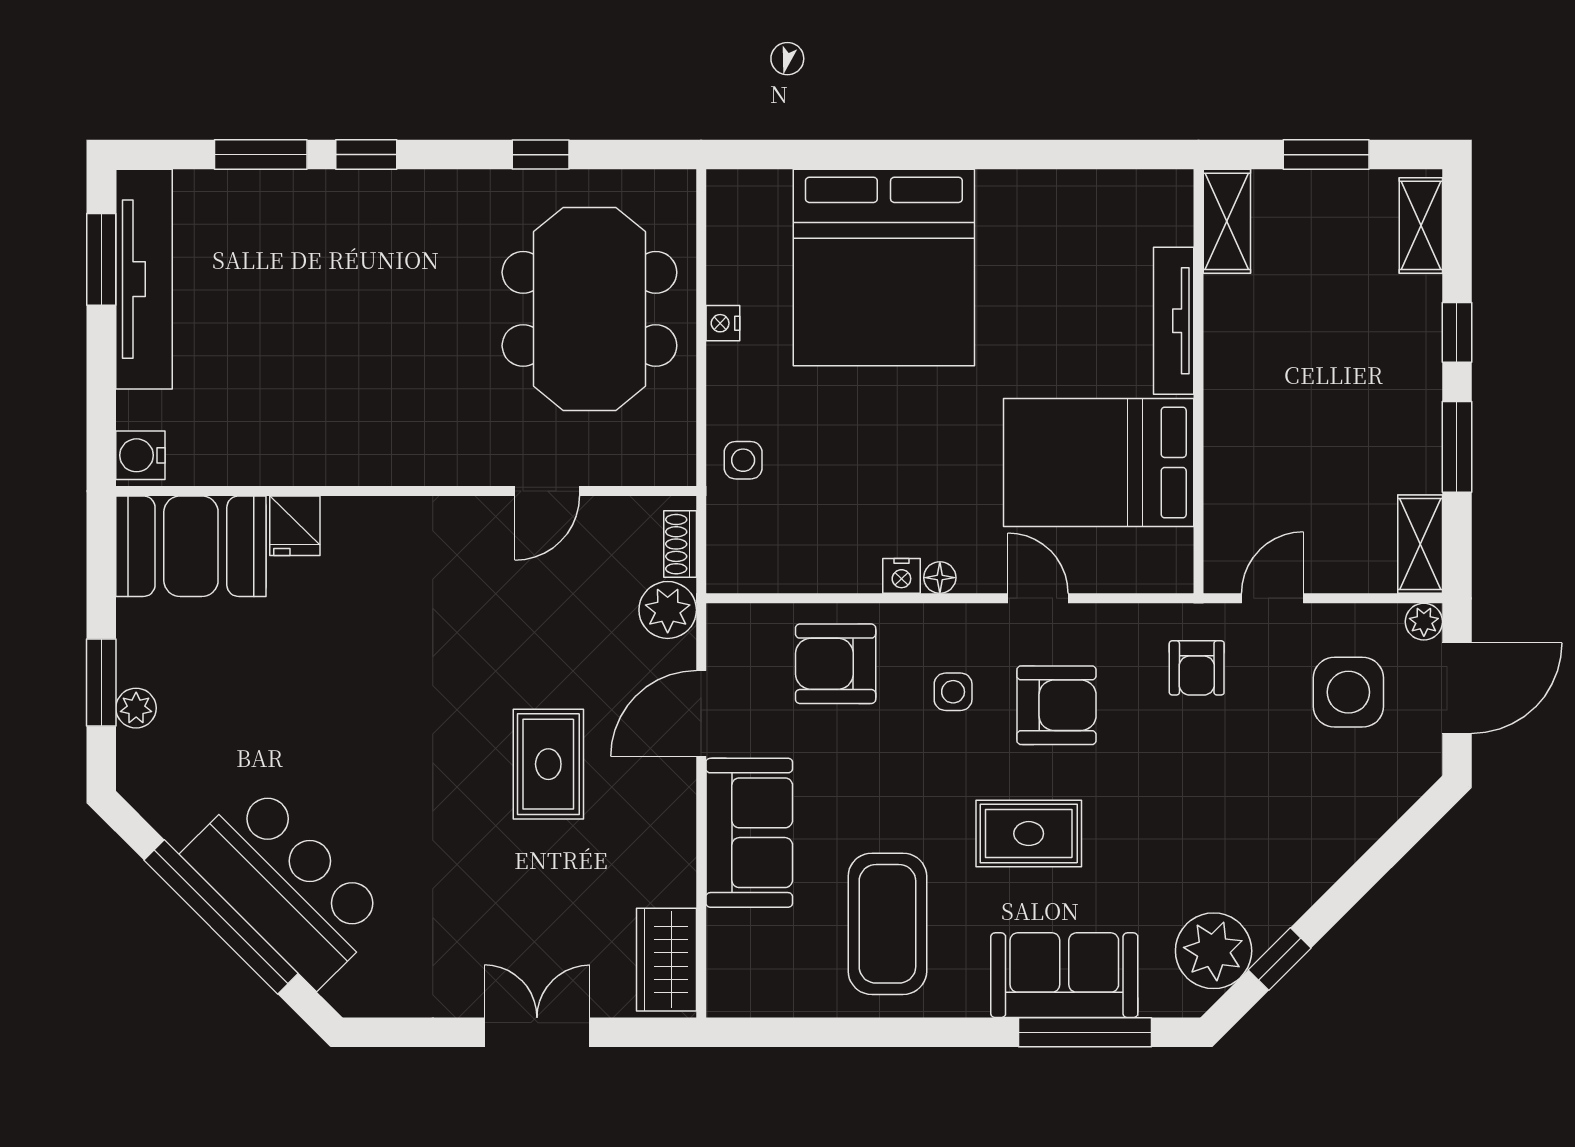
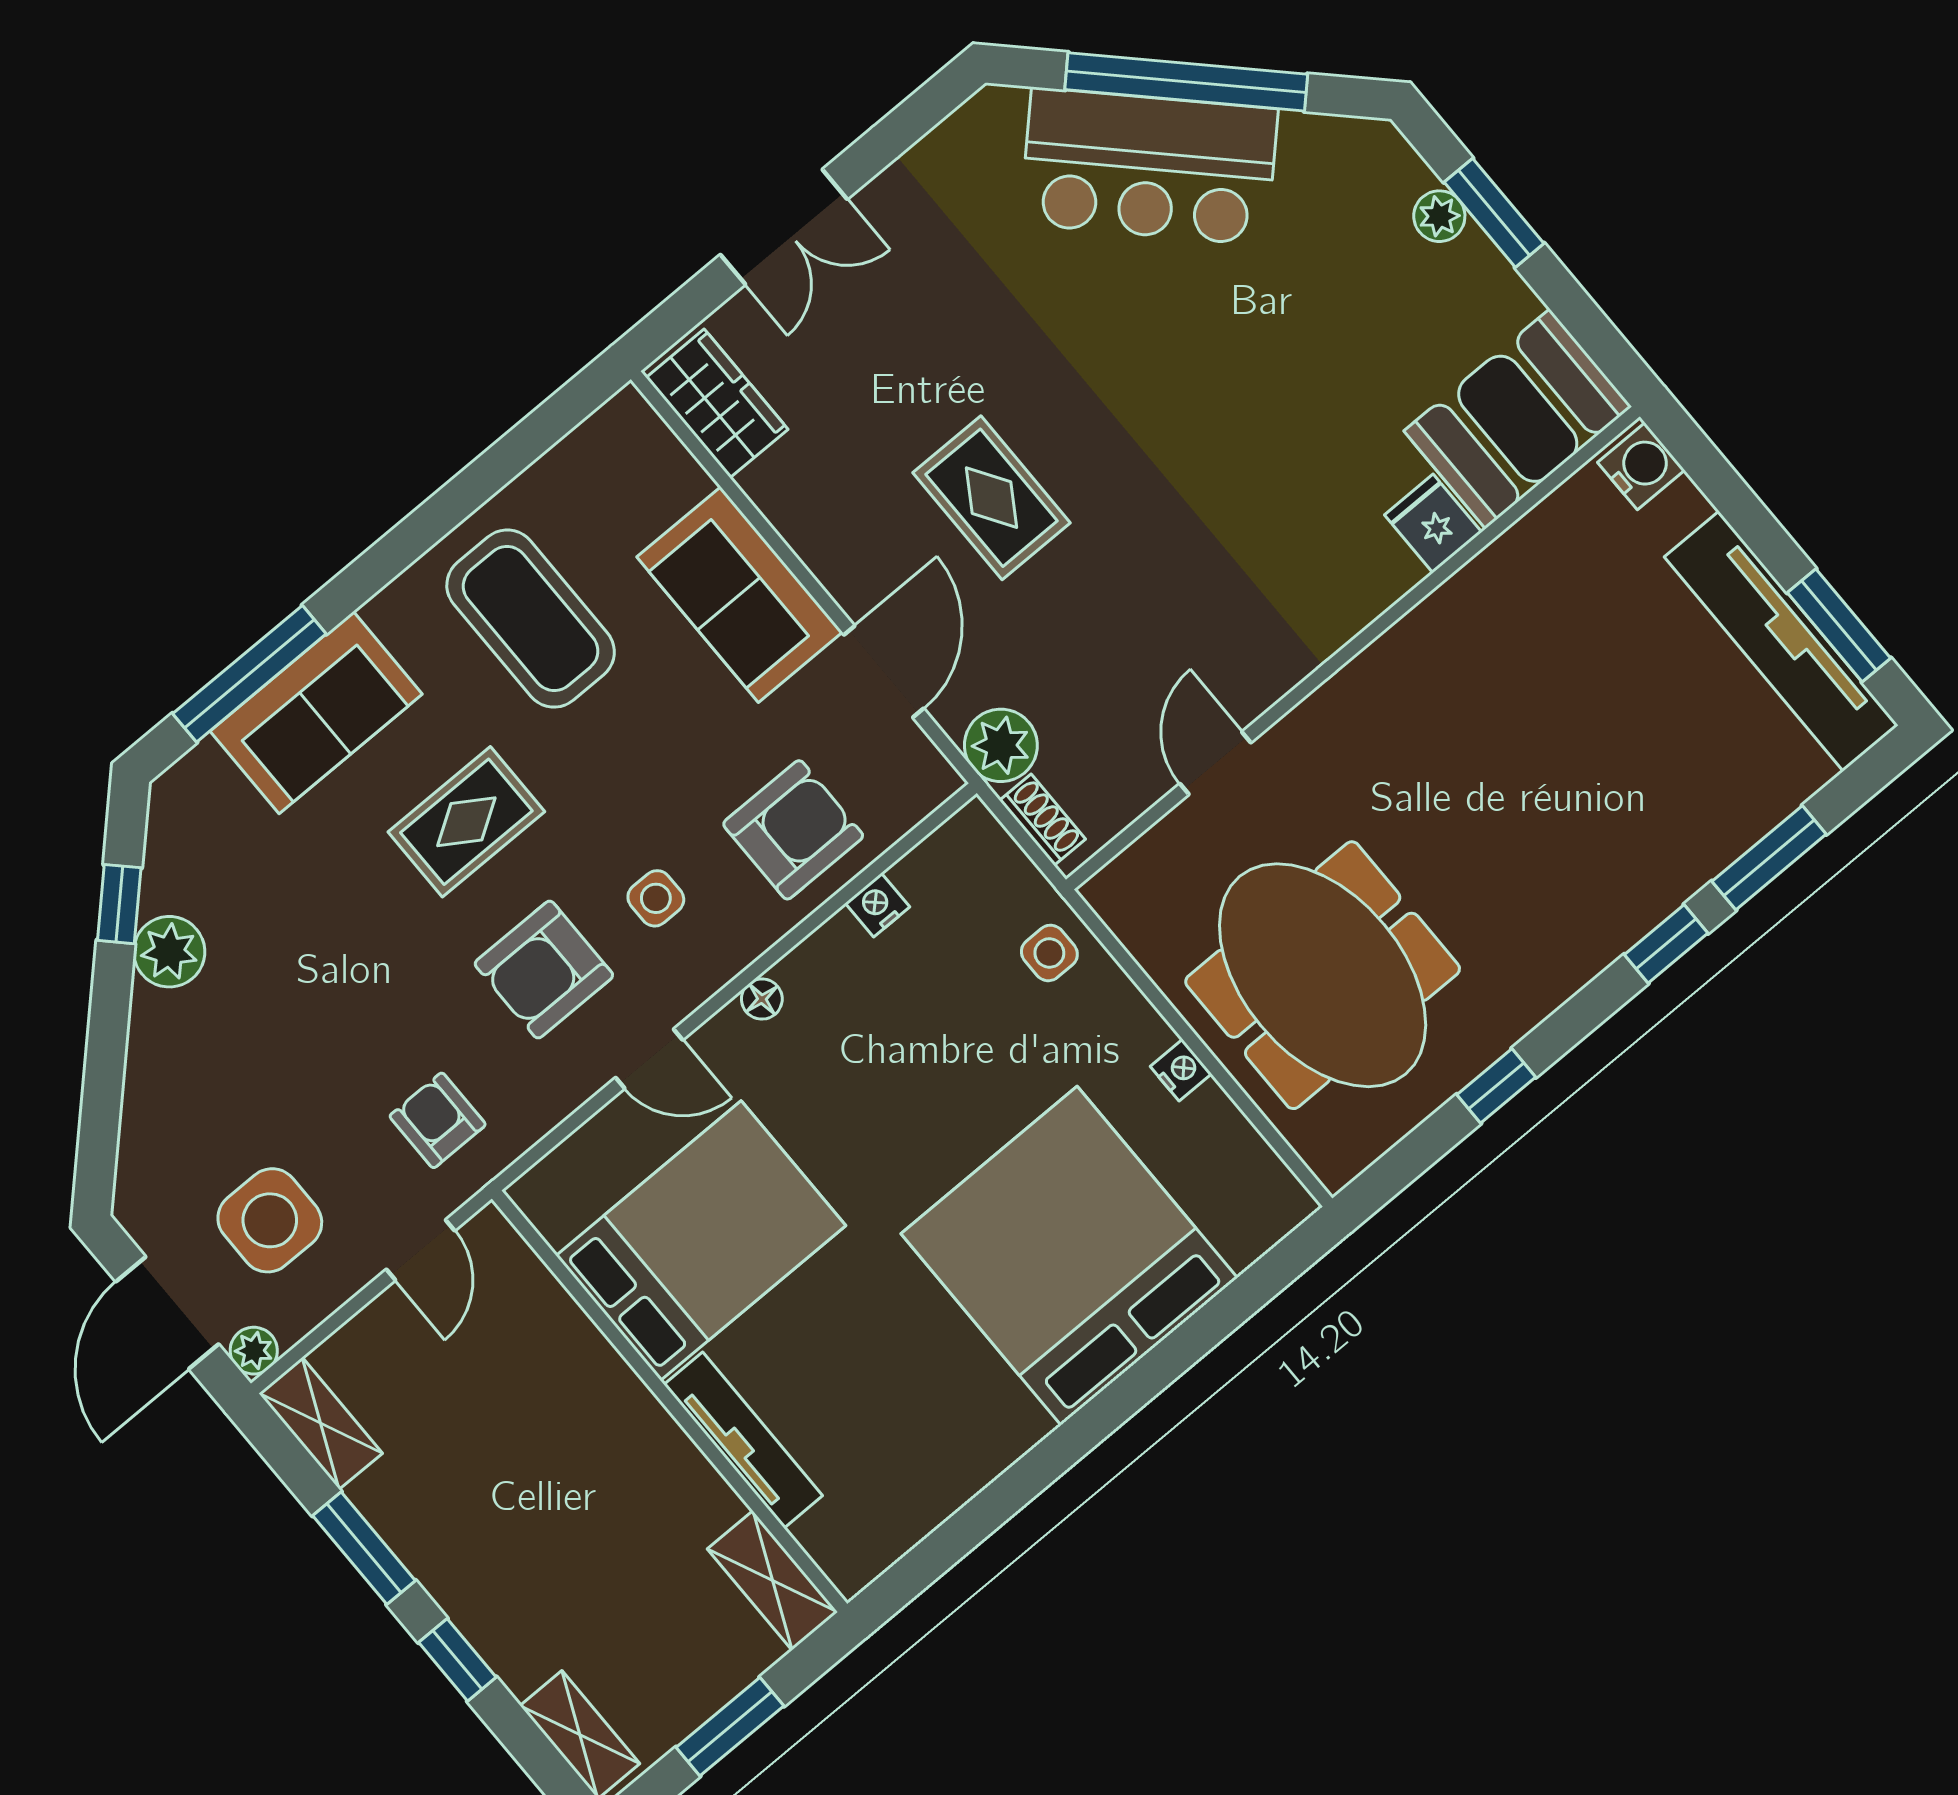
nightstand: (901, 576) -> (877, 905), moved
plant: (1214, 951) -> (169, 952), moved, width x0.73, depth x0.73

